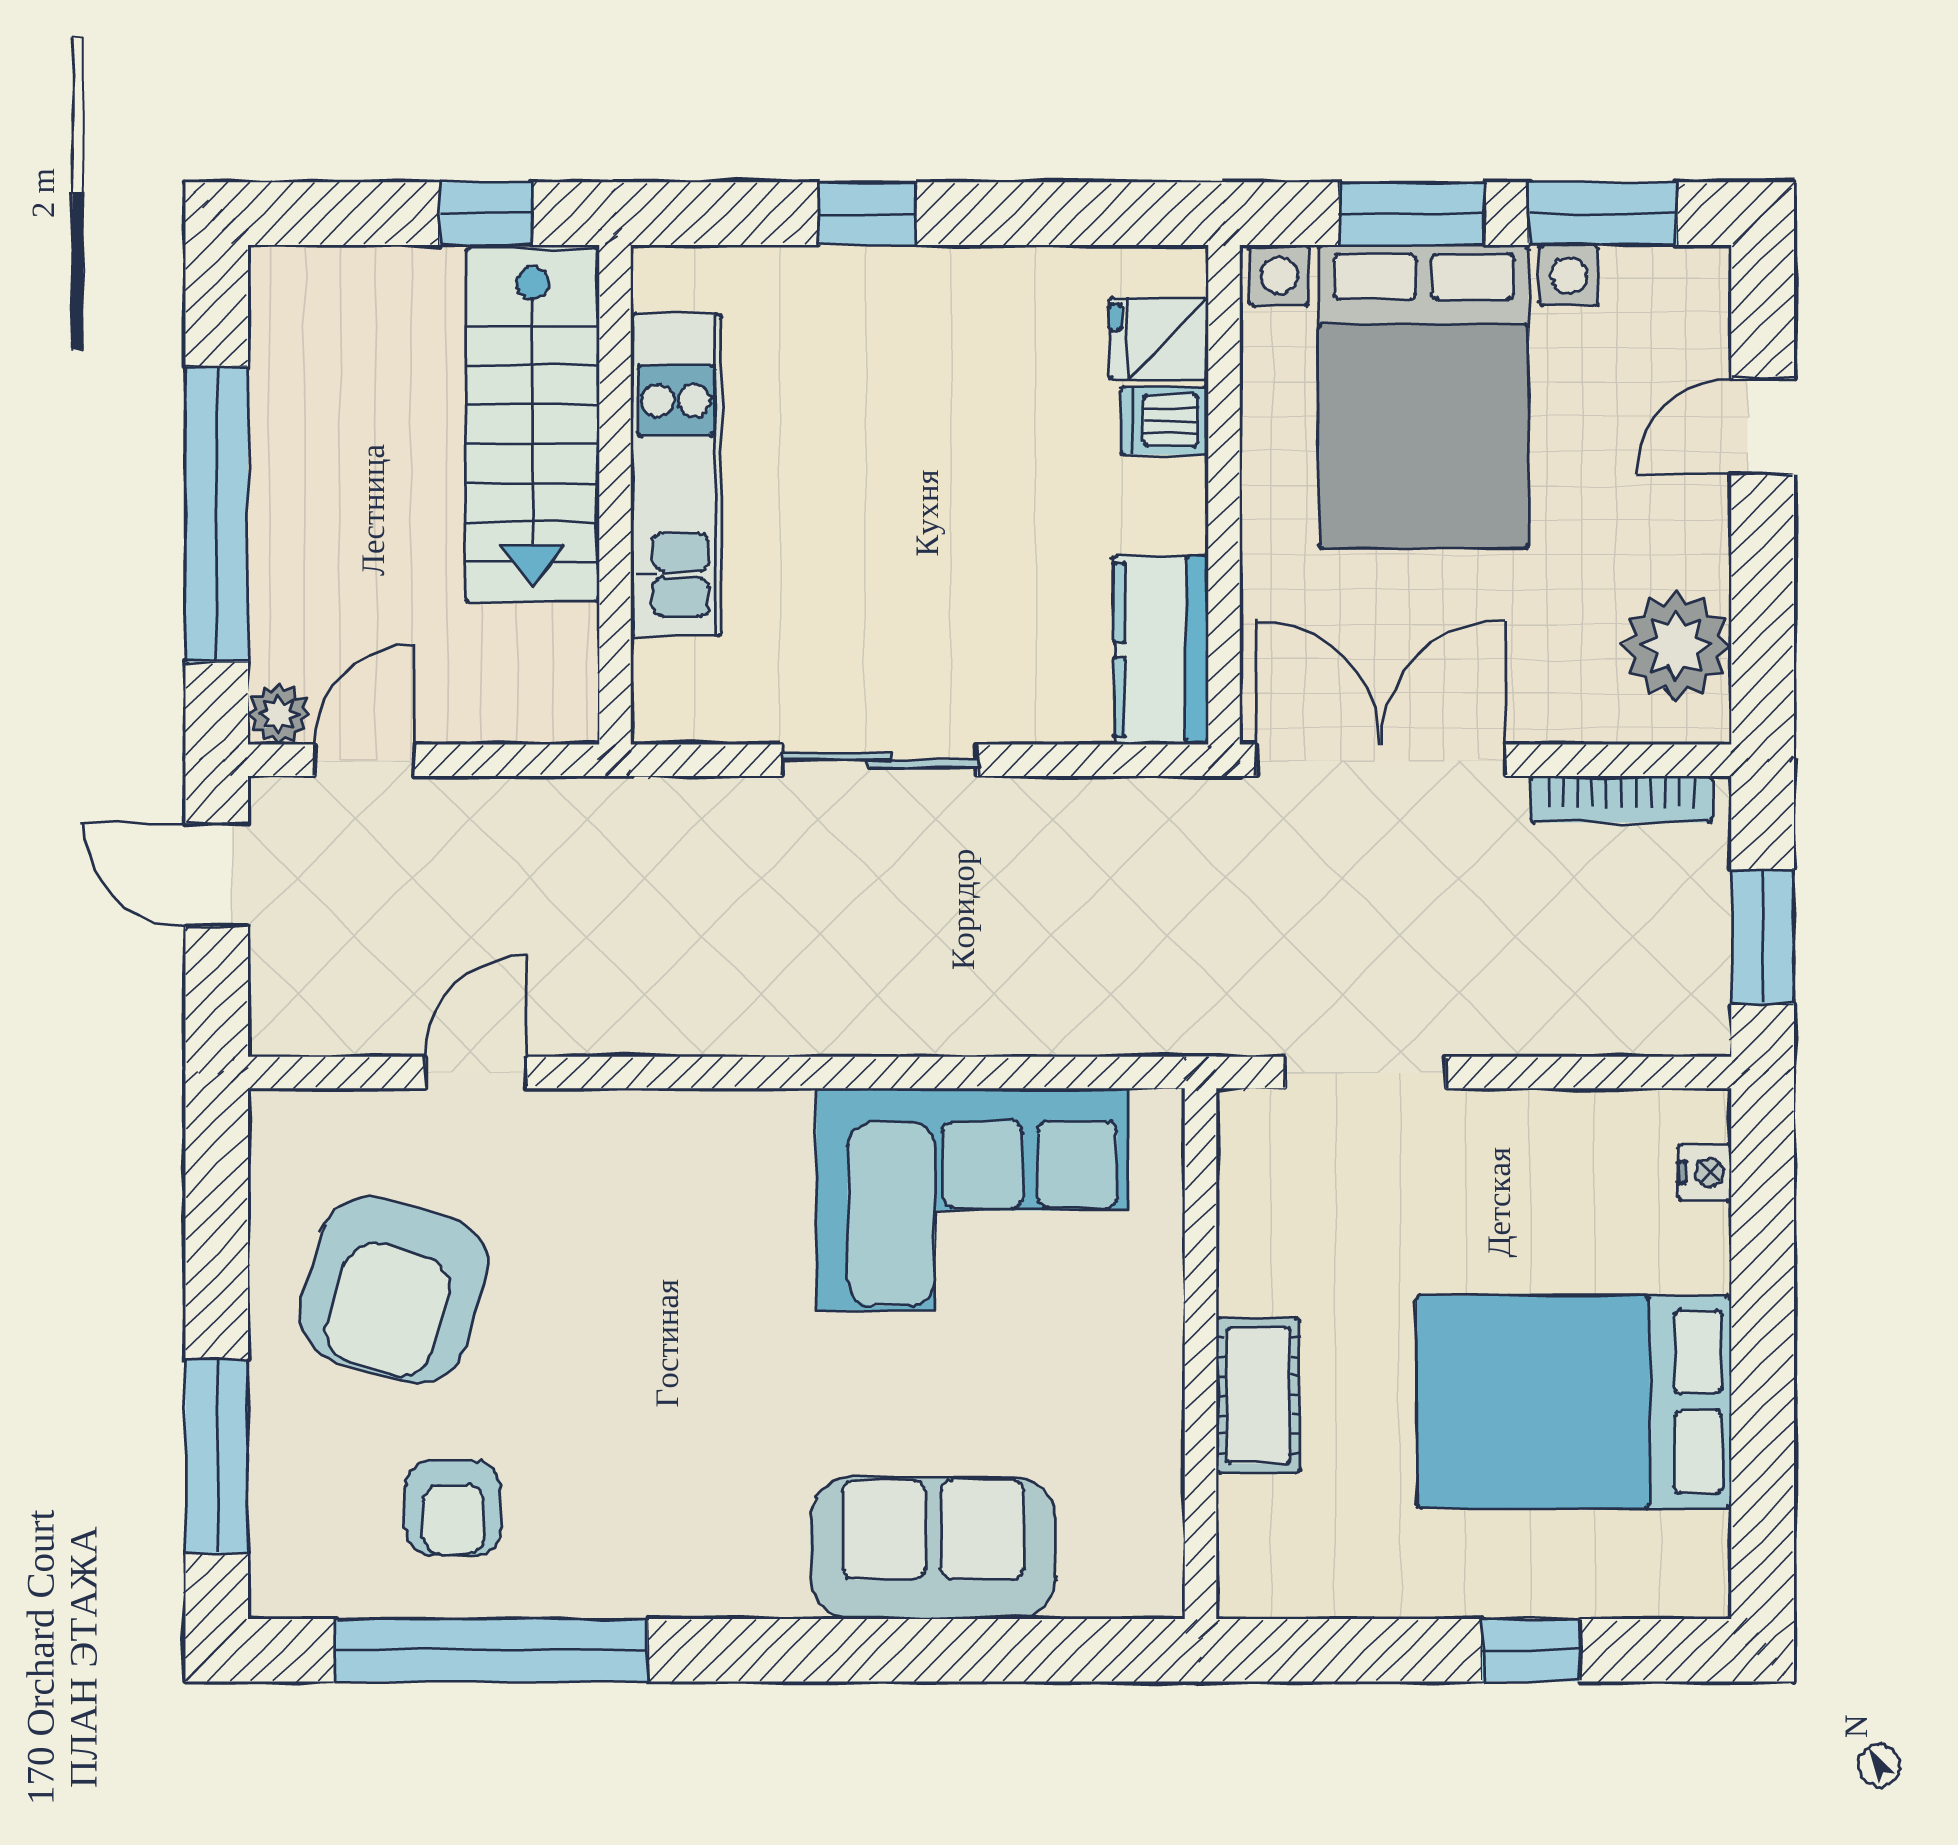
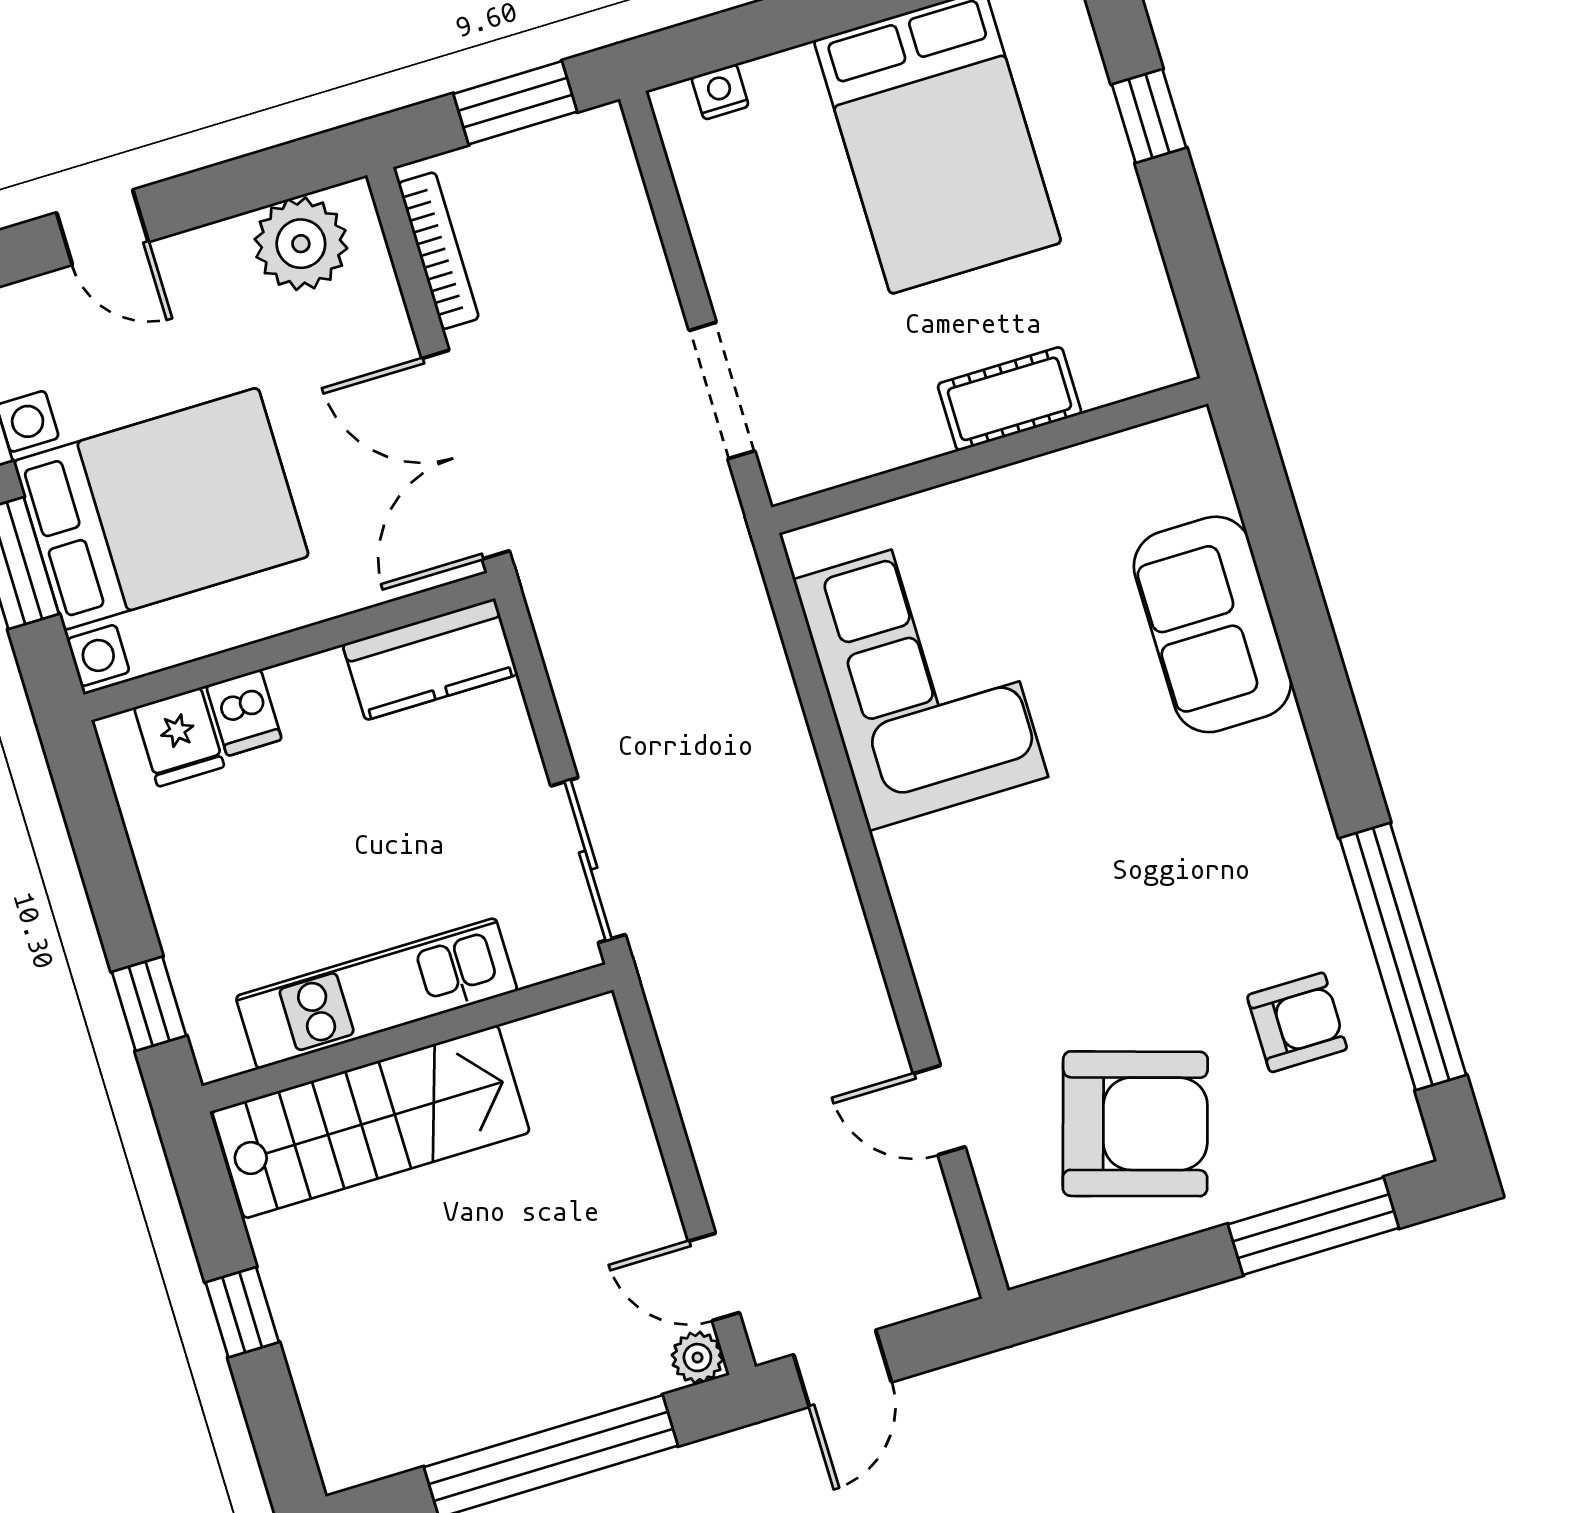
stairs: (533, 425) -> (371, 1122), moved
kitchen unit: (676, 475) -> (377, 993), moved
wall: (615, 495) -> (407, 1038), moved

